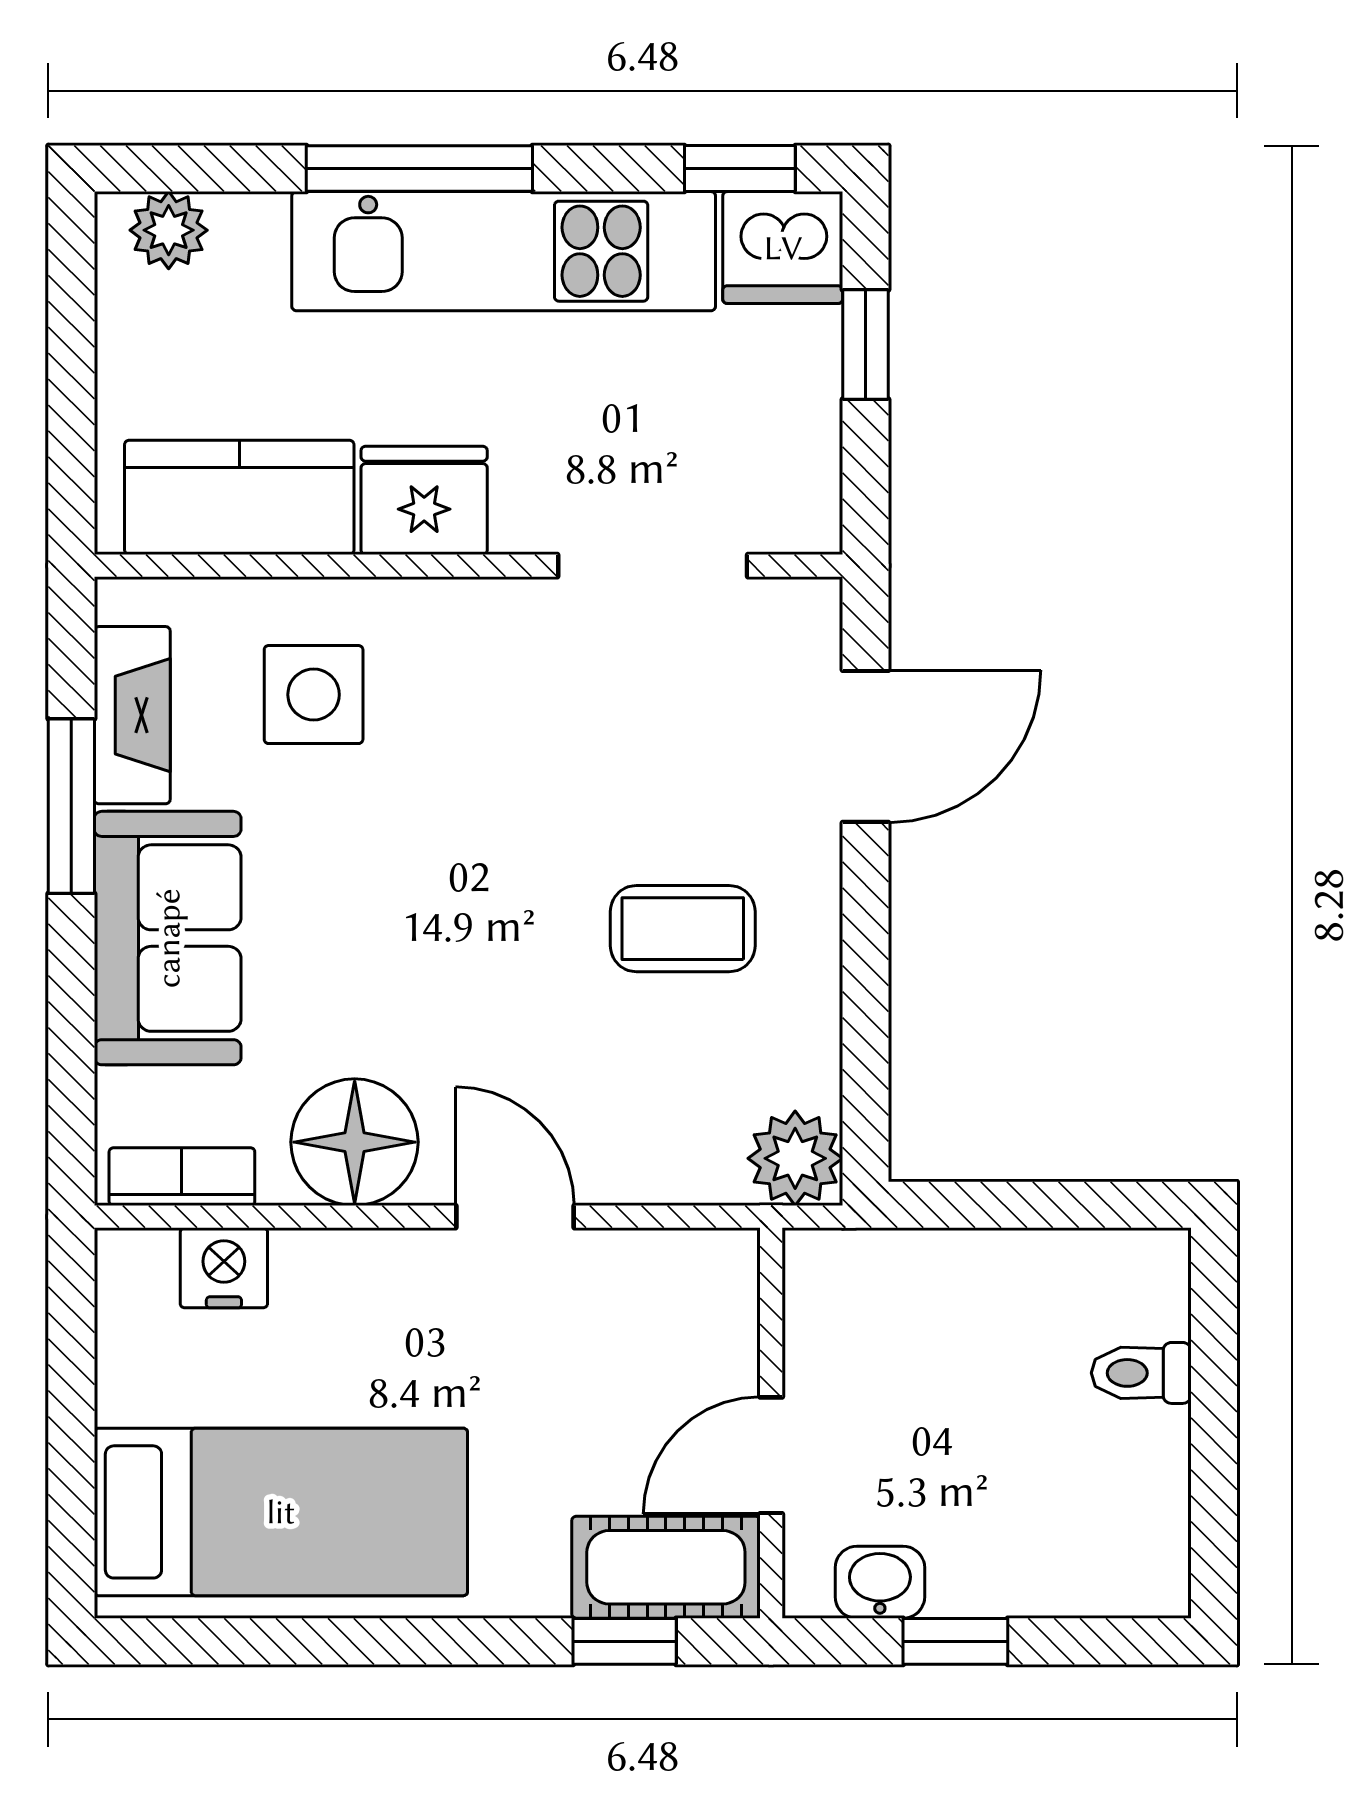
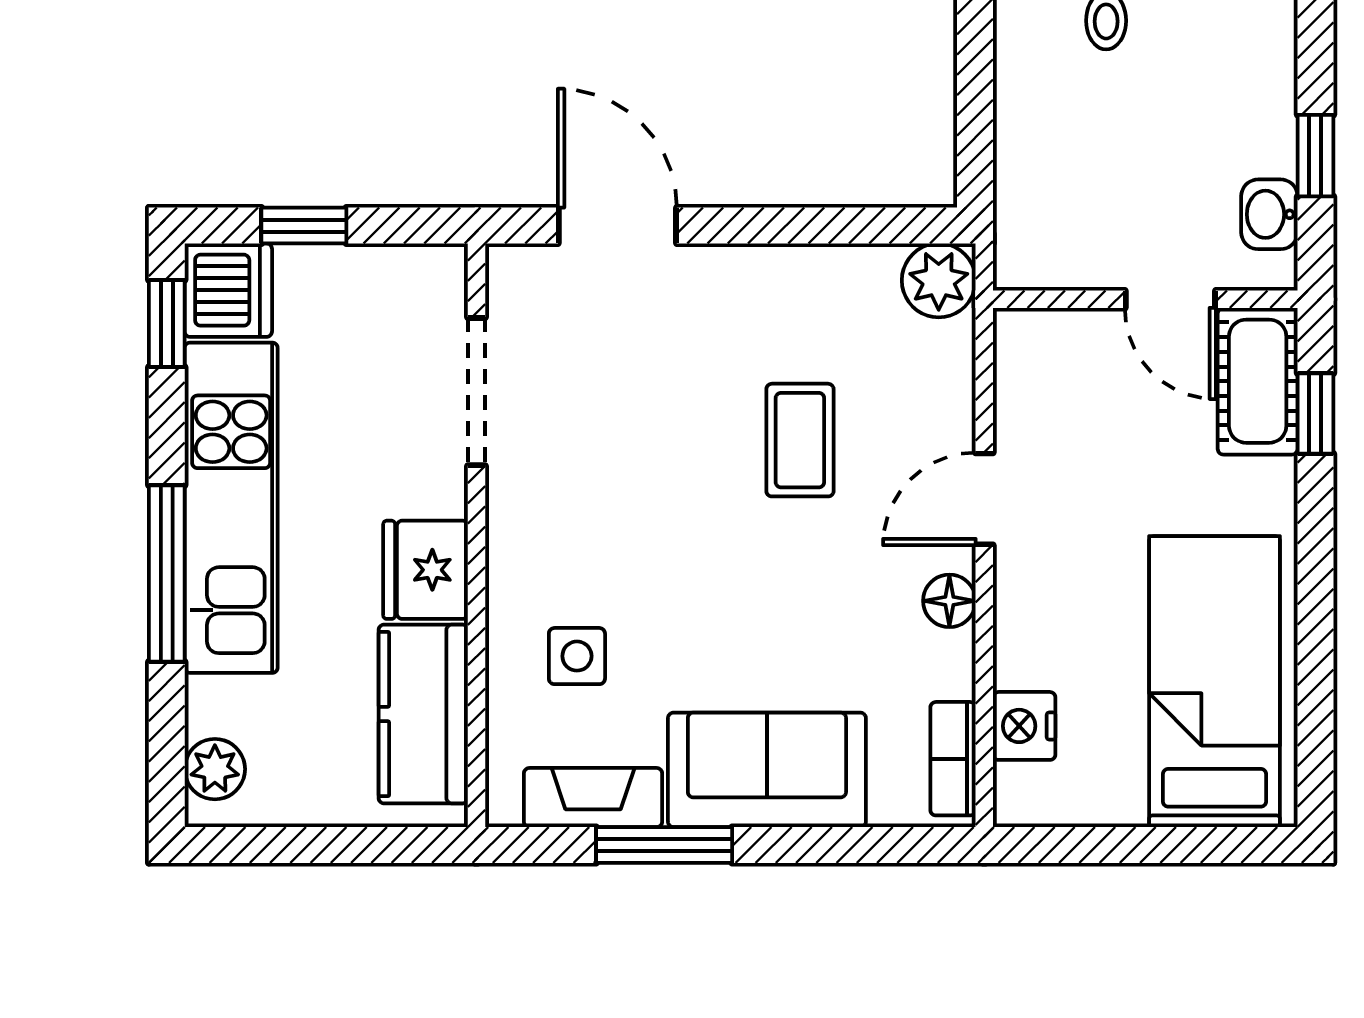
side table: (314, 695) -> (577, 656), width x0.73, depth x0.73
coffee table: (683, 929) -> (800, 440), moved
floor lamp: (355, 1142) -> (949, 601), width x0.53, depth x0.53

